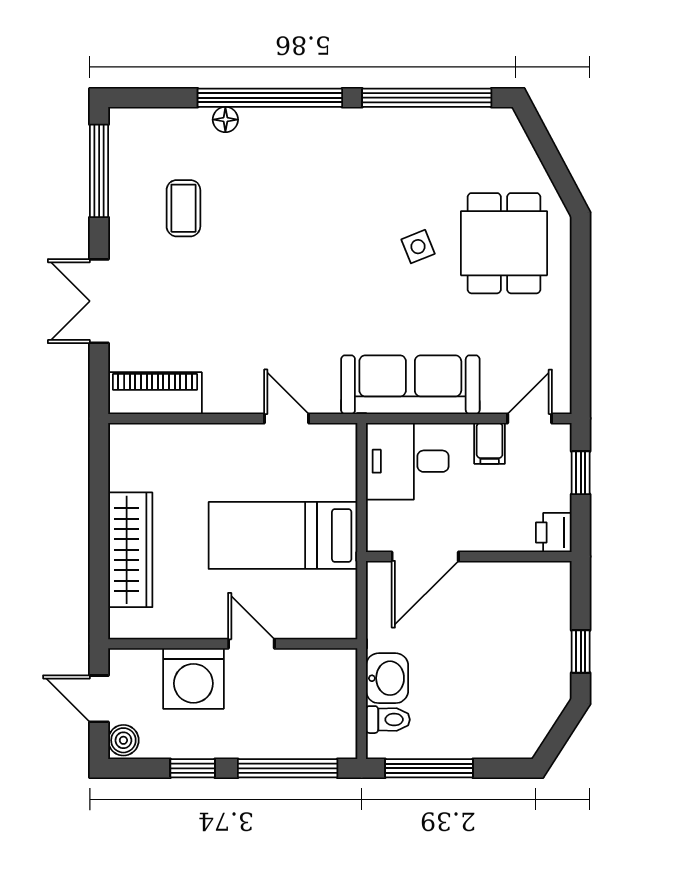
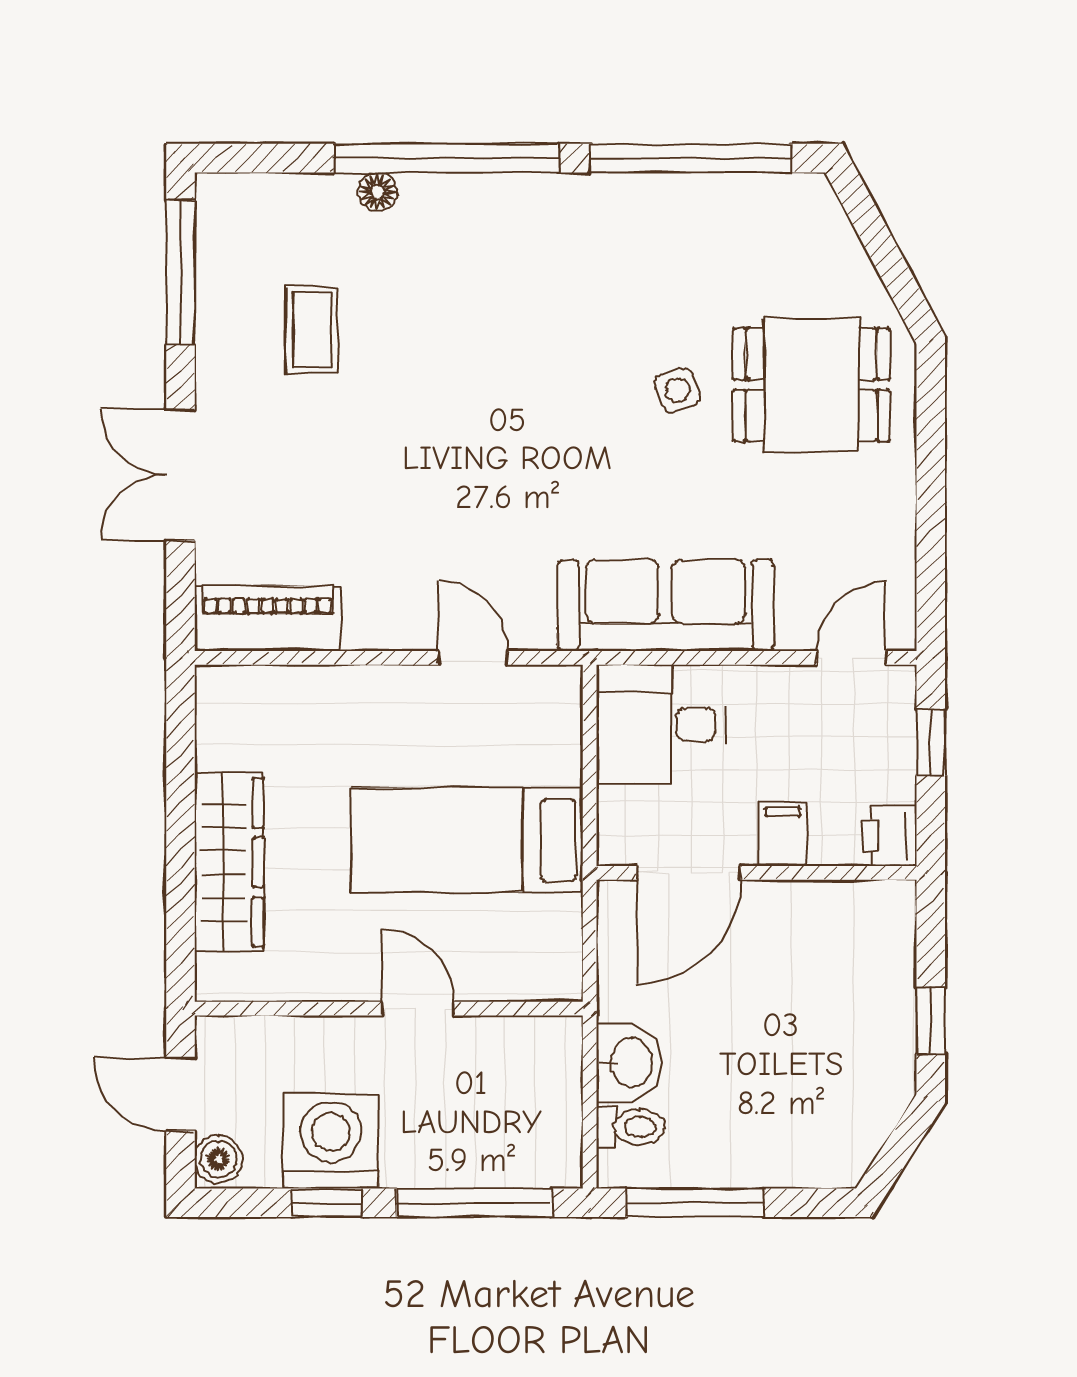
dining table: (504, 243) -> (811, 385), turned 90
filing cabinet: (490, 443) -> (783, 834), moved, turned 180
washing machine: (193, 678) -> (331, 1141), moved, turned 180

